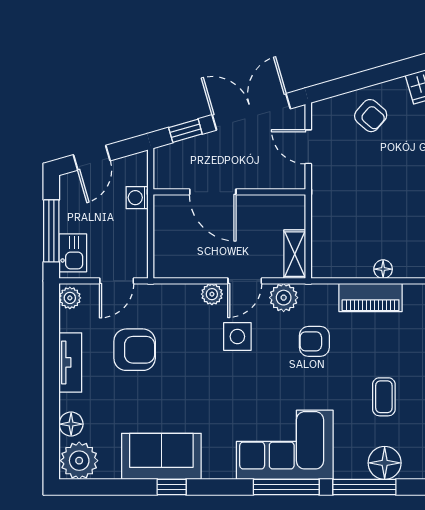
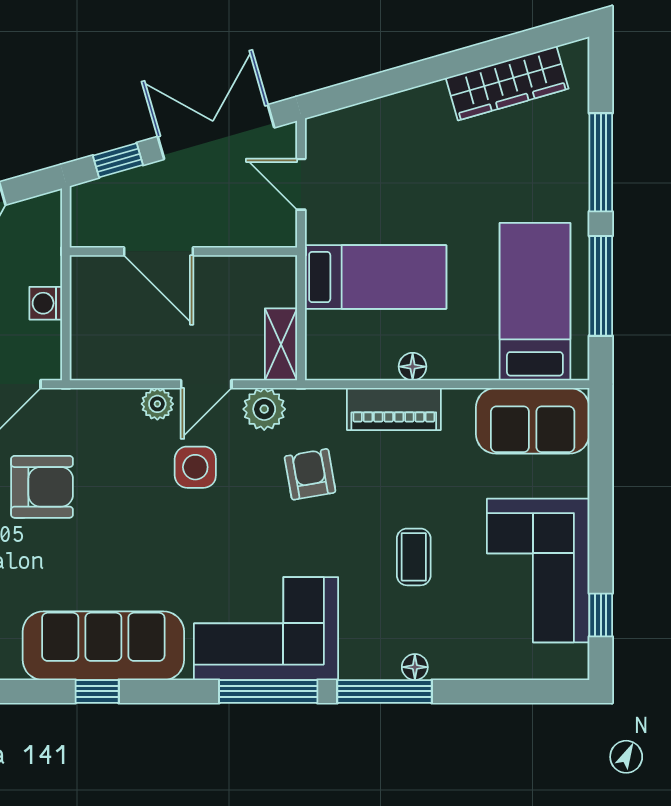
armchair: (371, 116) -> (394, 138), removed
washing machine: (137, 198) -> (46, 303), moved
bed: (358, 209) -> (376, 277), added
armchair: (314, 341) -> (310, 474), turned 80
sofa: (161, 456) -> (103, 646), width x1.36
floor lamp: (385, 463) -> (415, 667), width x0.53, depth x0.53

